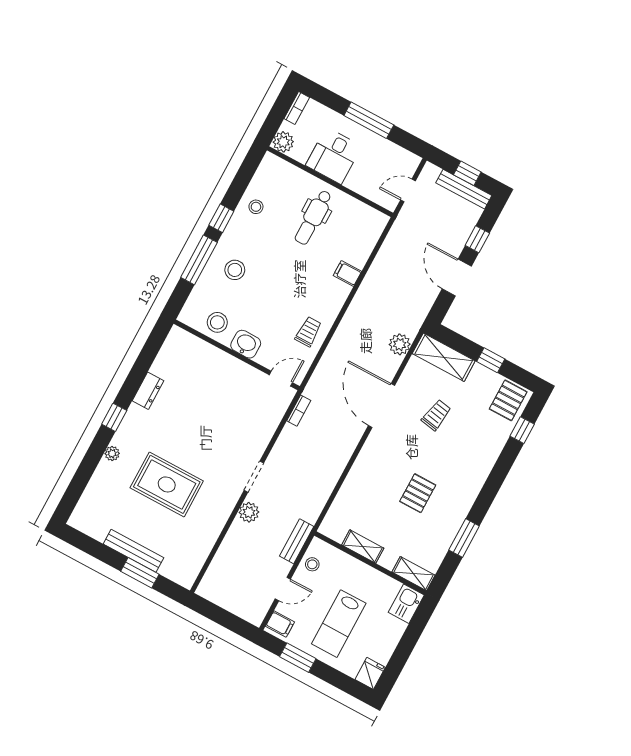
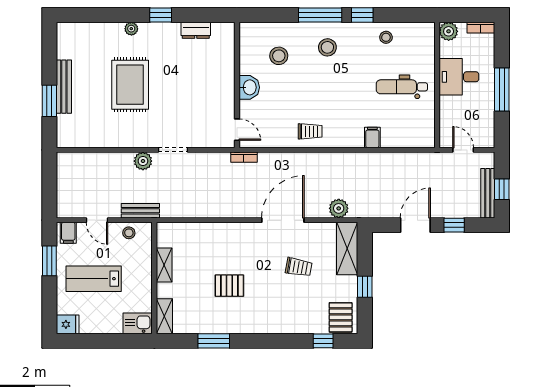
washbasin: (246, 344) -> (249, 87), moved
wall: (237, 355) -> (237, 85), moved
door: (281, 379) -> (237, 130), moved
pallet: (508, 400) -> (341, 317), turned 90

